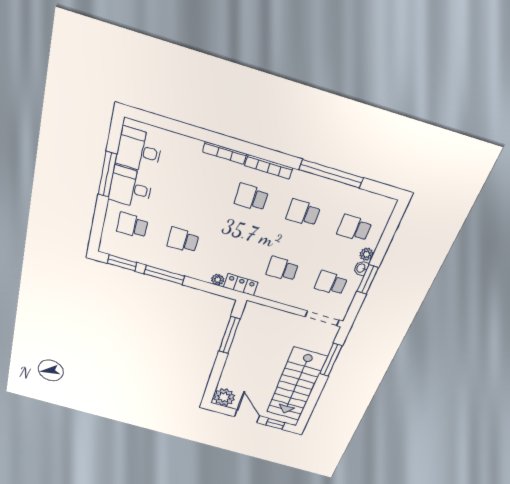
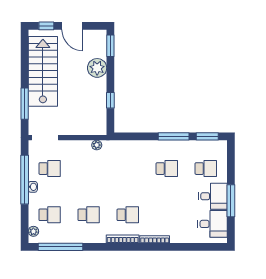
window: (331, 174) -> (61, 247), moved
plant: (366, 254) -> (33, 231), moved
school desk: (282, 269) -> (89, 169), removed
plant: (218, 280) -> (97, 145), moved
window: (368, 280) -> (25, 180), width x2.11
locker: (241, 285) -> (115, 146), removed
window: (229, 335) -> (110, 100), width x0.46
window: (211, 387) -> (110, 46), added
plant: (224, 397) -> (97, 68), moved

